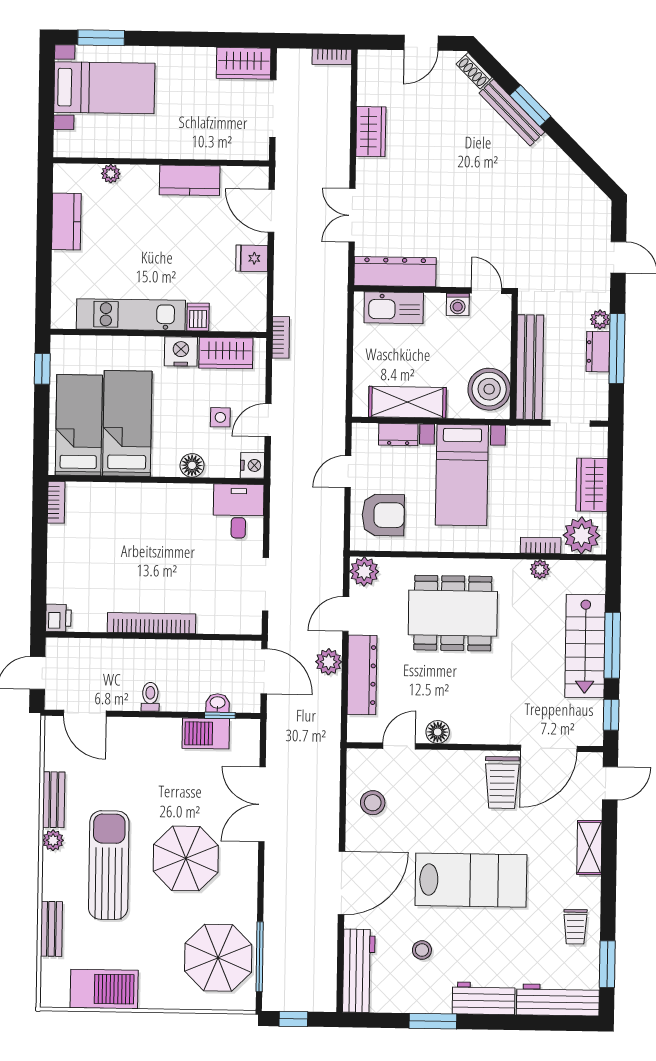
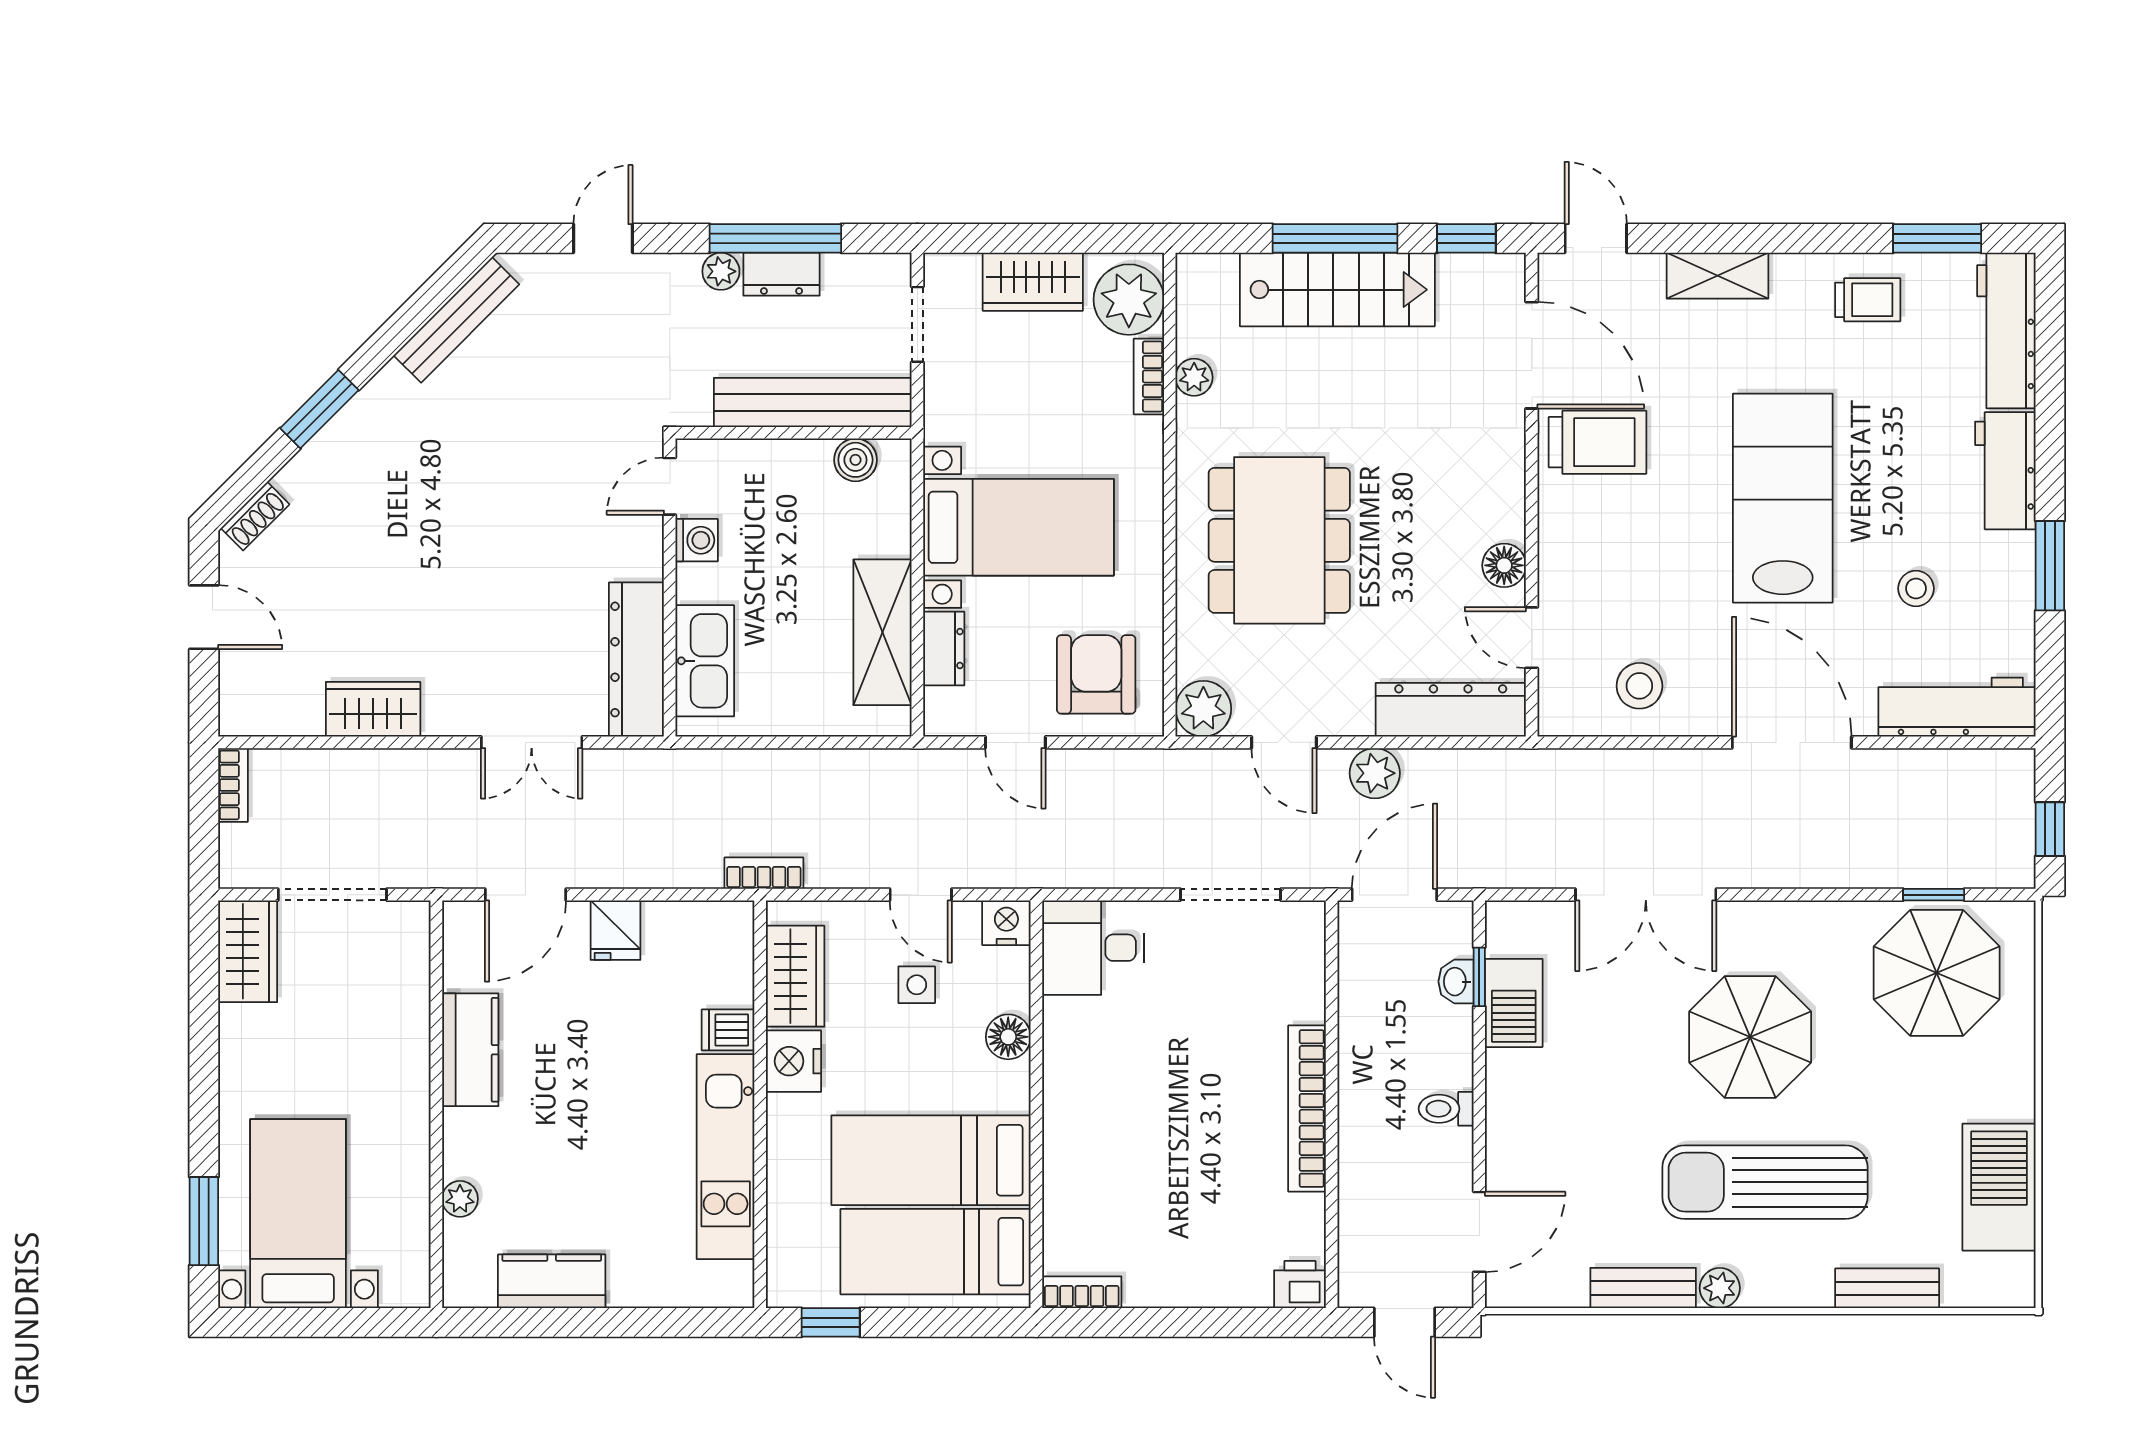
bench: (512, 112) -> (456, 320), moved
boiler: (489, 389) -> (855, 460), width x0.54, depth x0.54
dresser: (362, 675) -> (1451, 710), moved
window: (260, 957) -> (1934, 895), width x0.46

